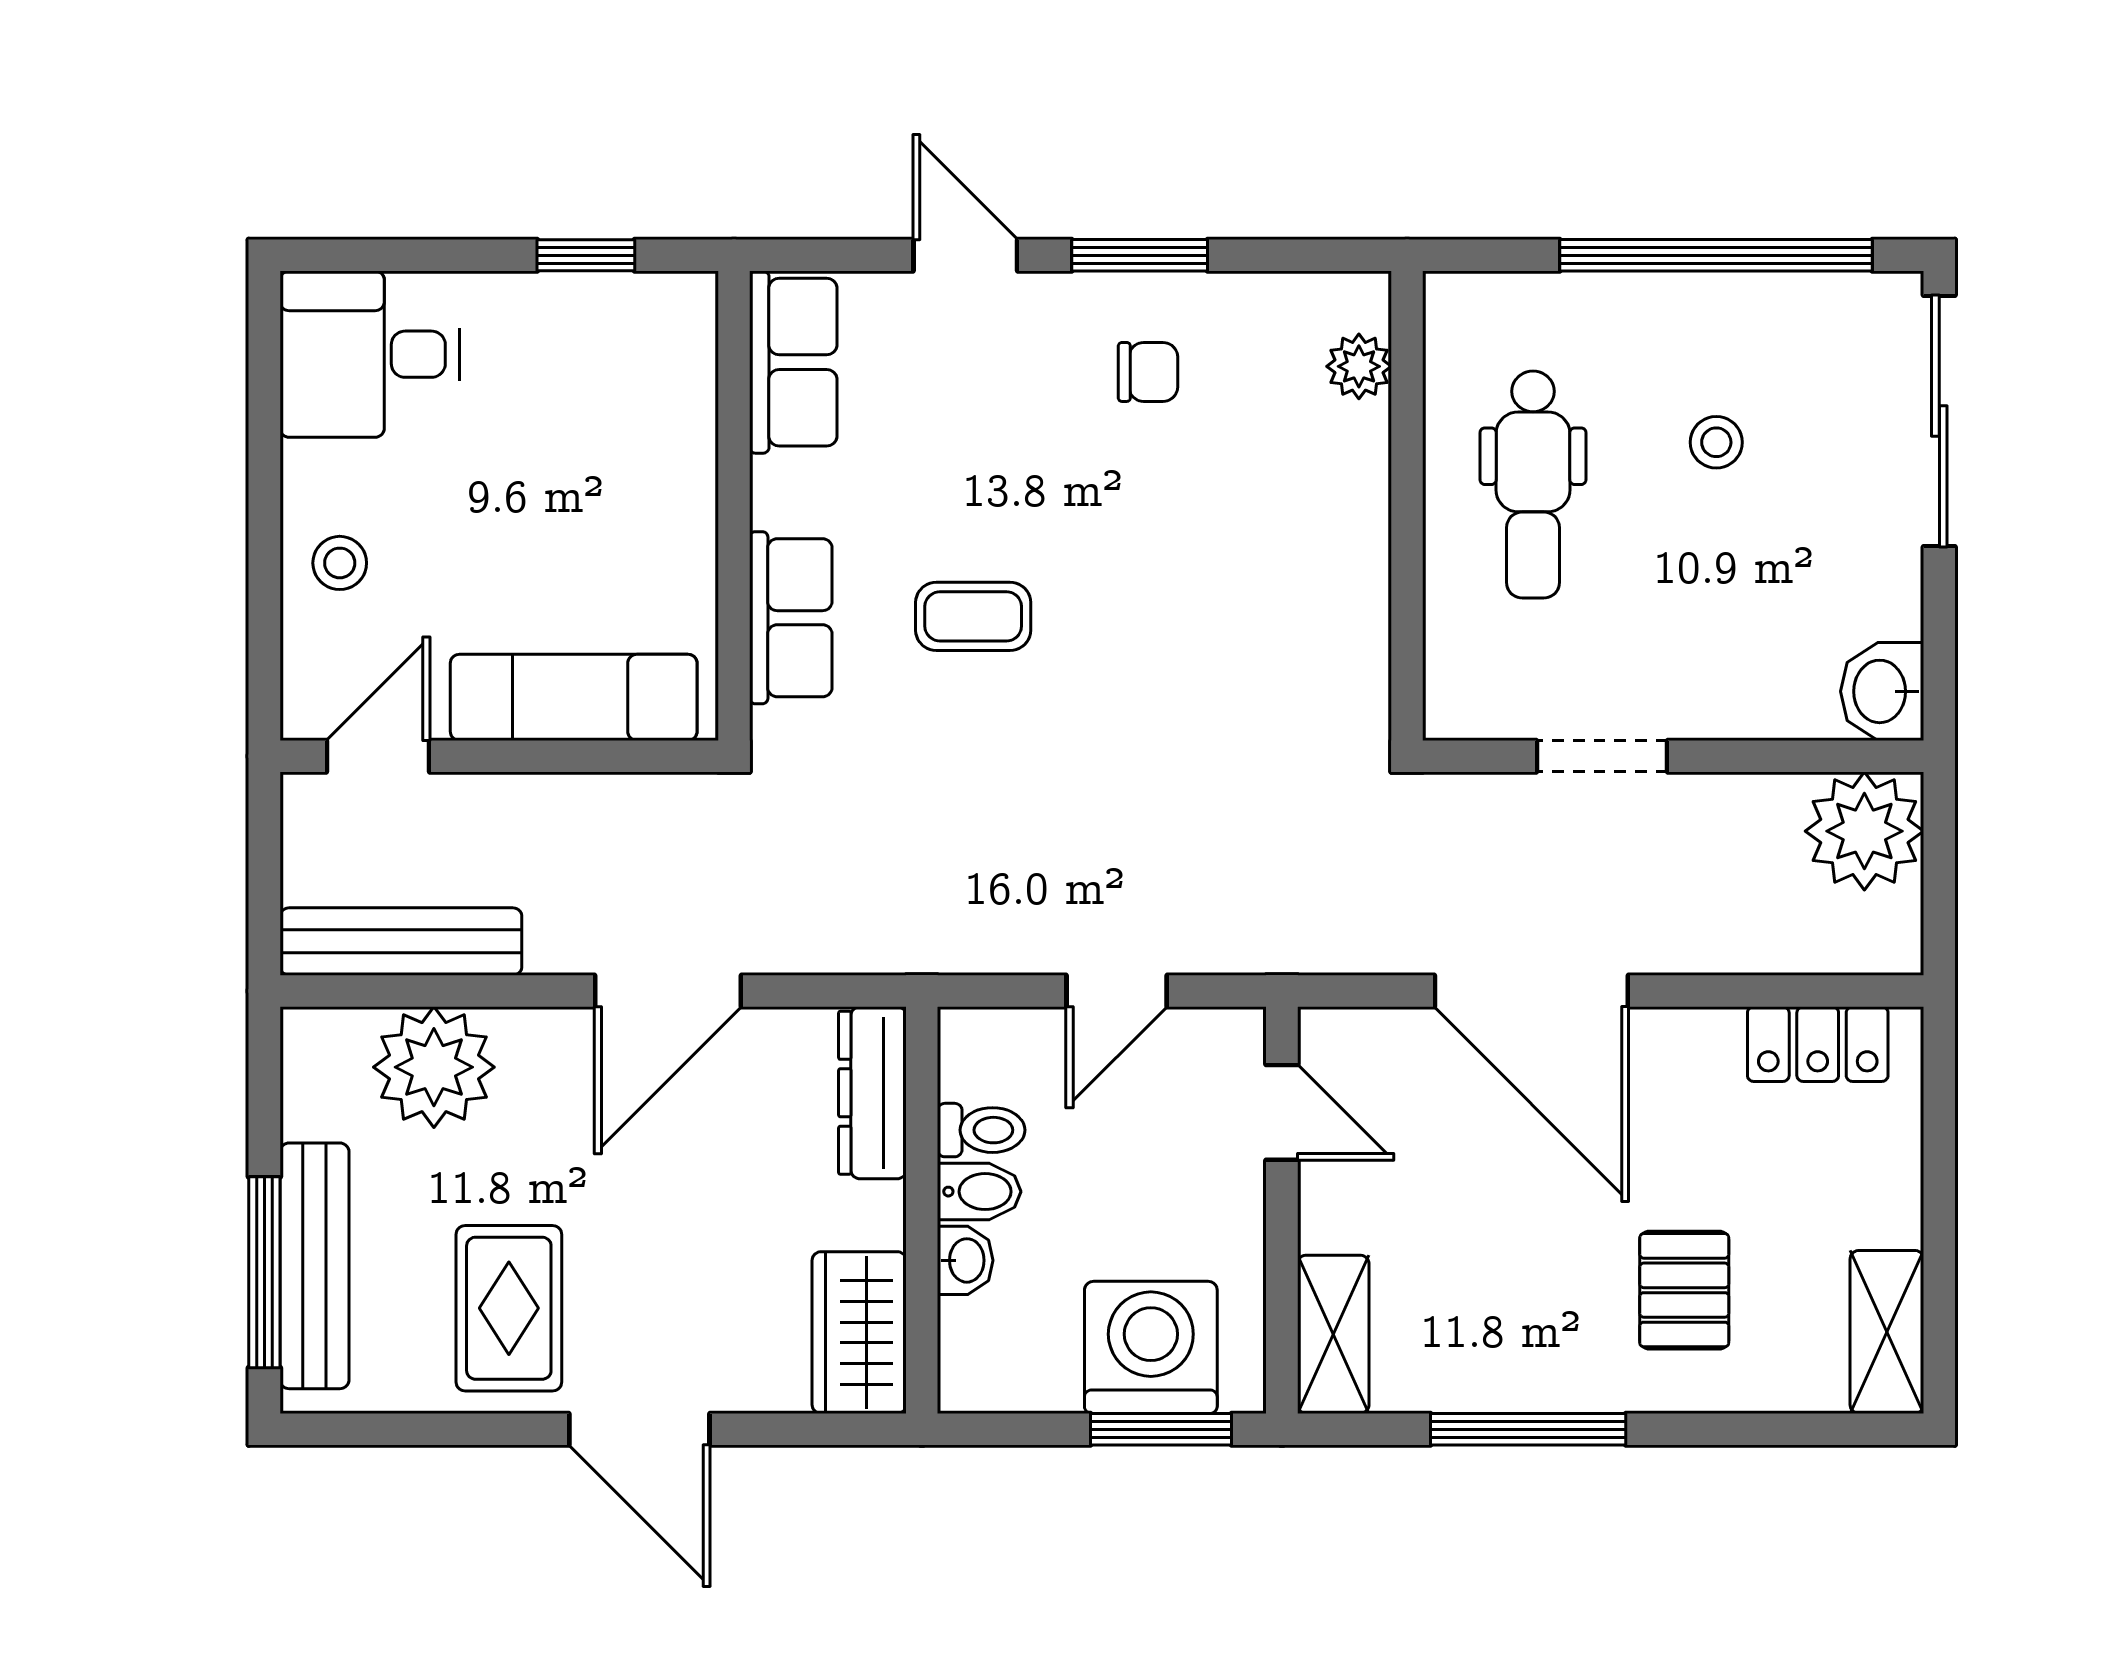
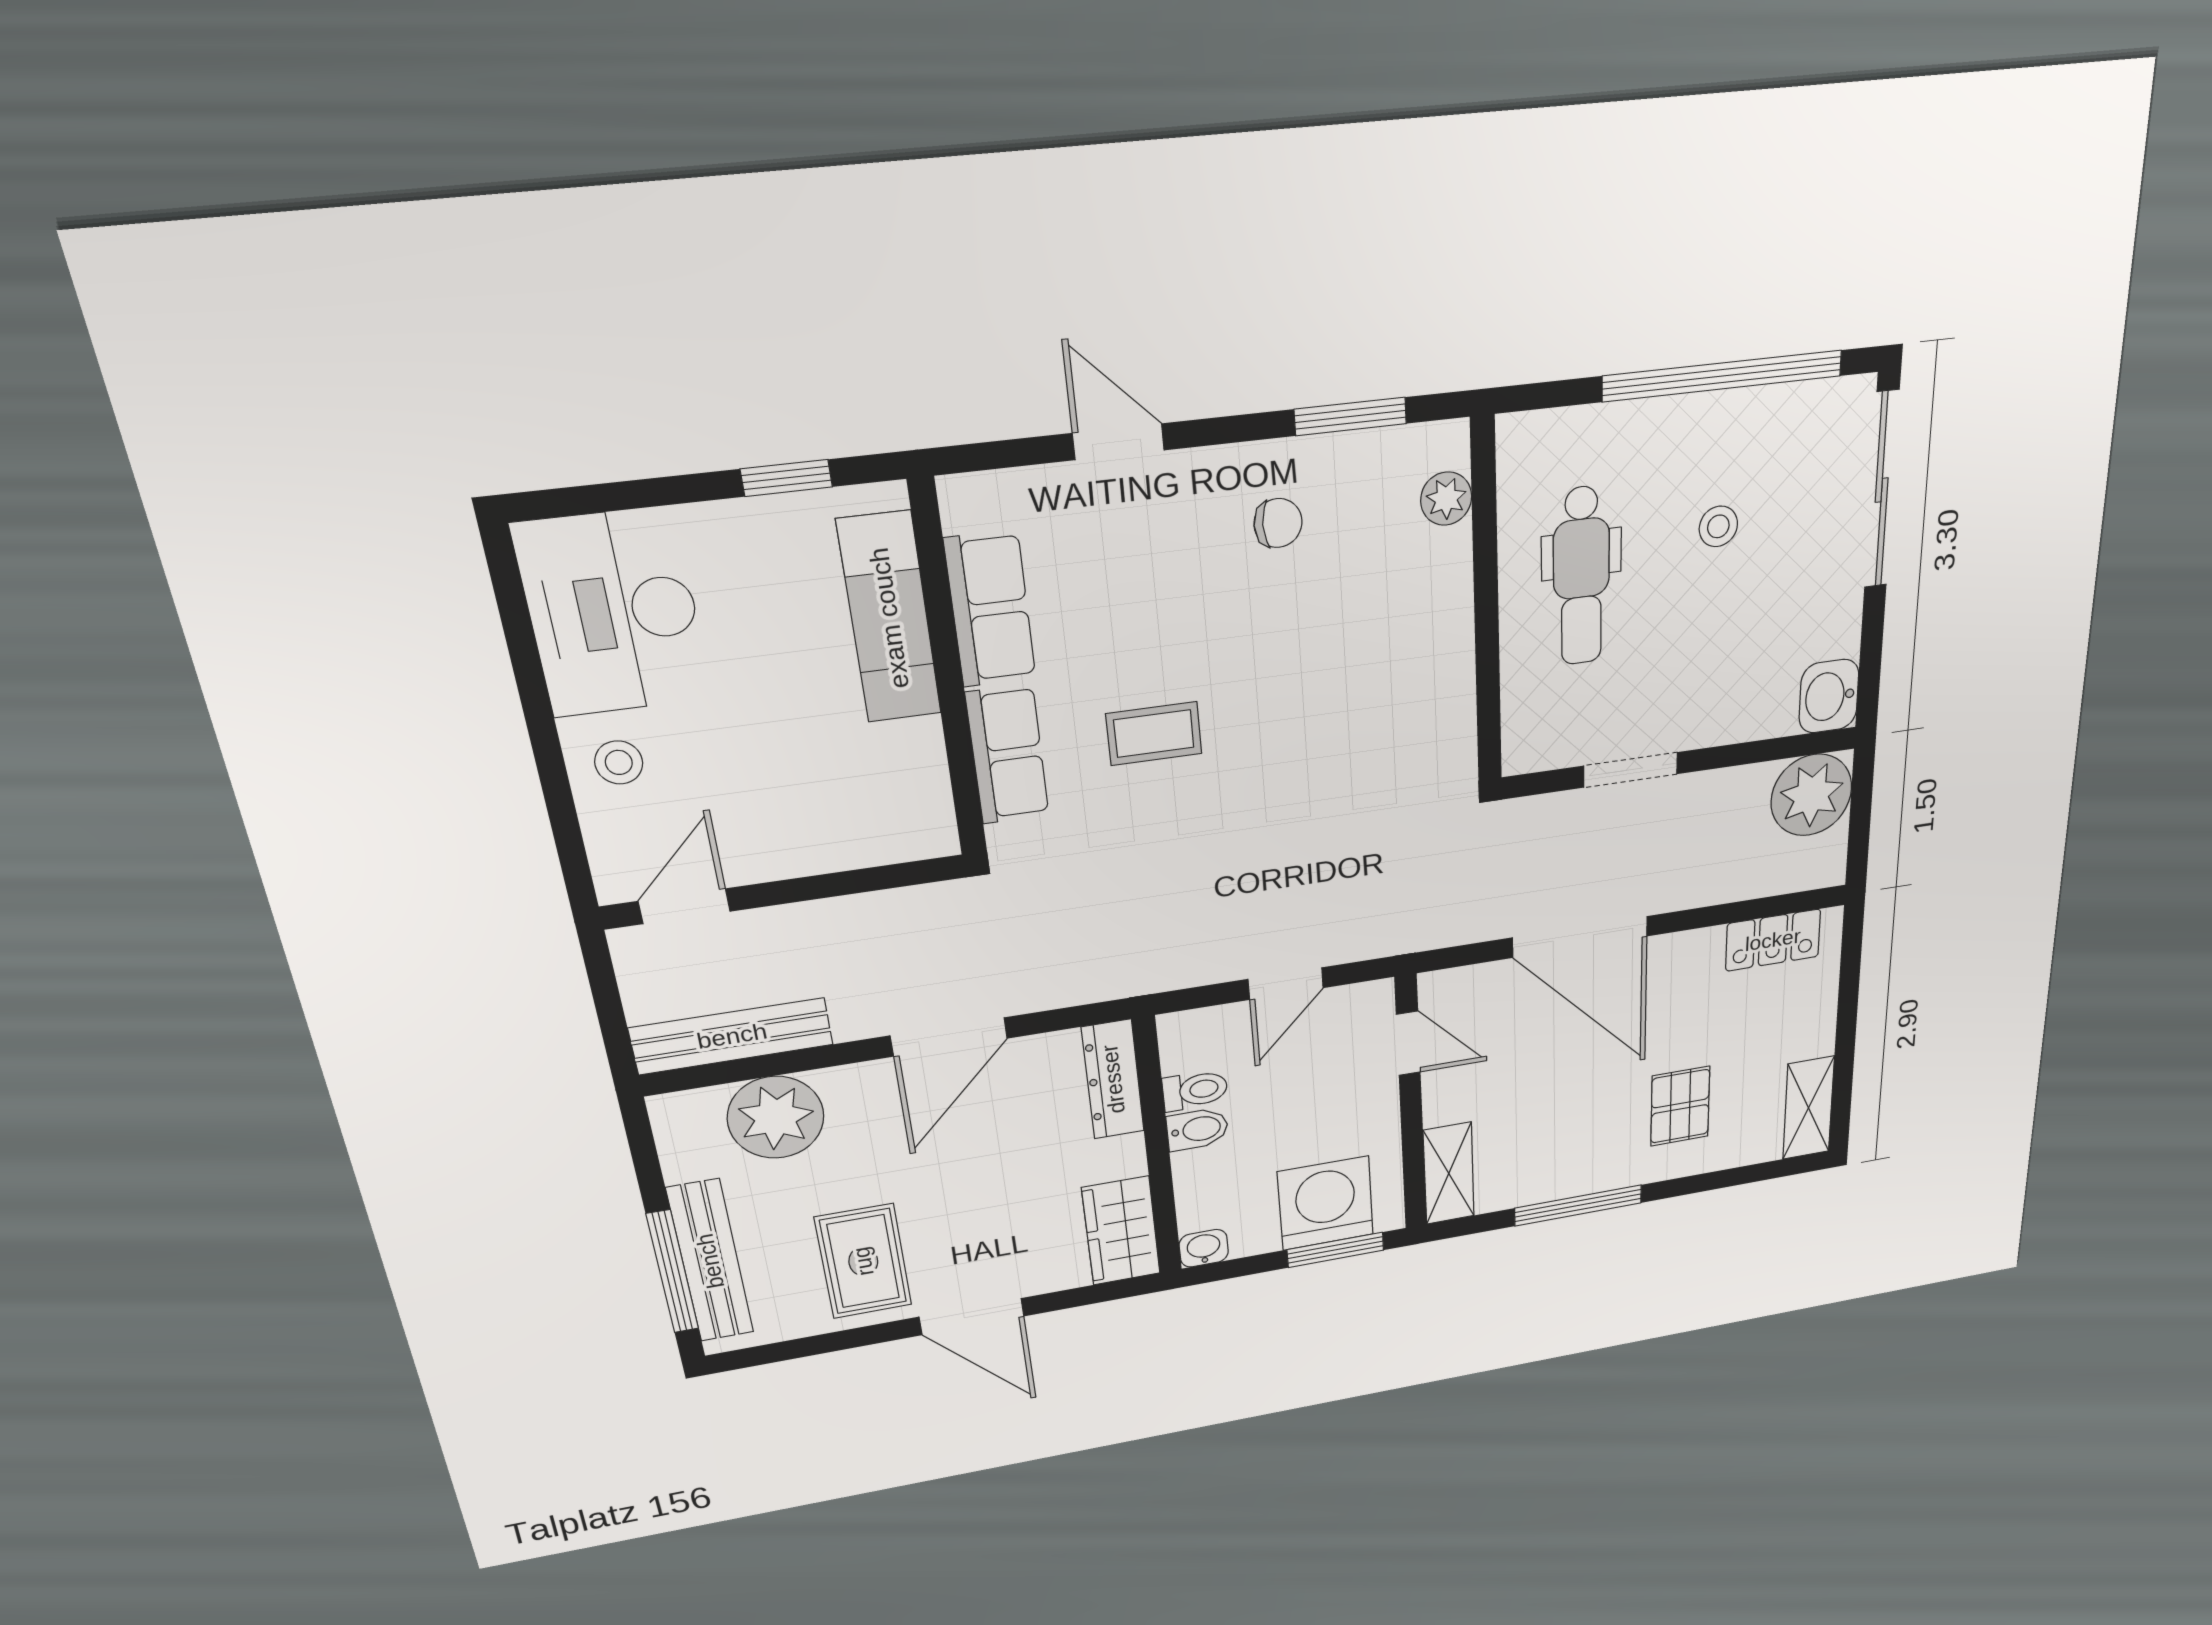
window: (1140, 255) -> (1350, 416), moved
desk: (370, 354) -> (613, 613), width x1.37
row of seats: (793, 362) -> (990, 609), moved
exam couch: (574, 697) -> (889, 618), moved, turned -90
washbasin: (965, 1260) -> (1204, 1248), moved, turned -90

